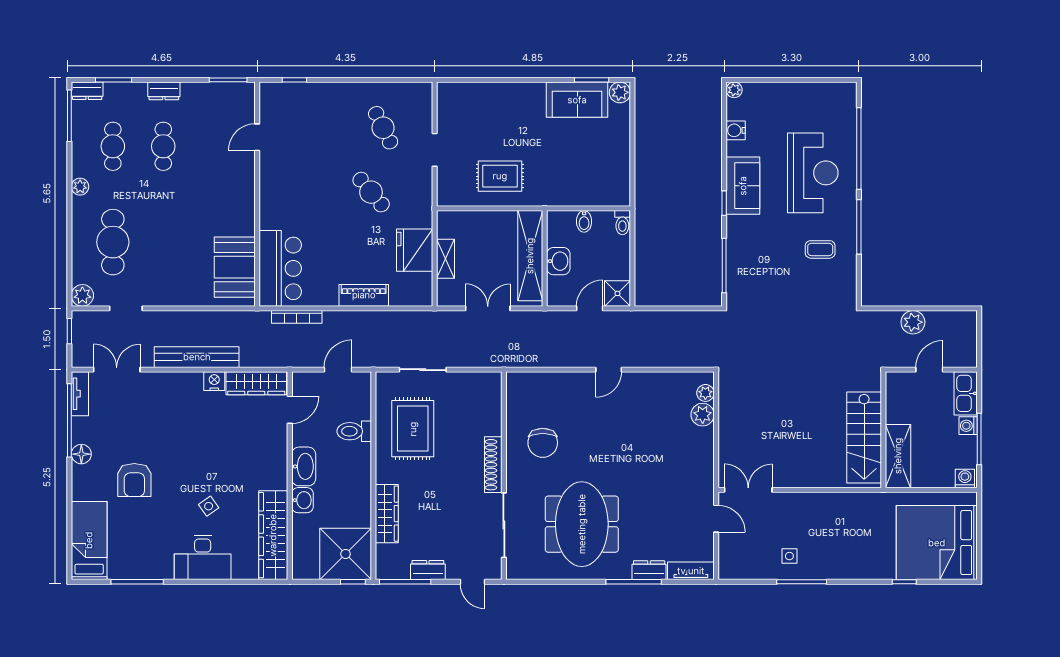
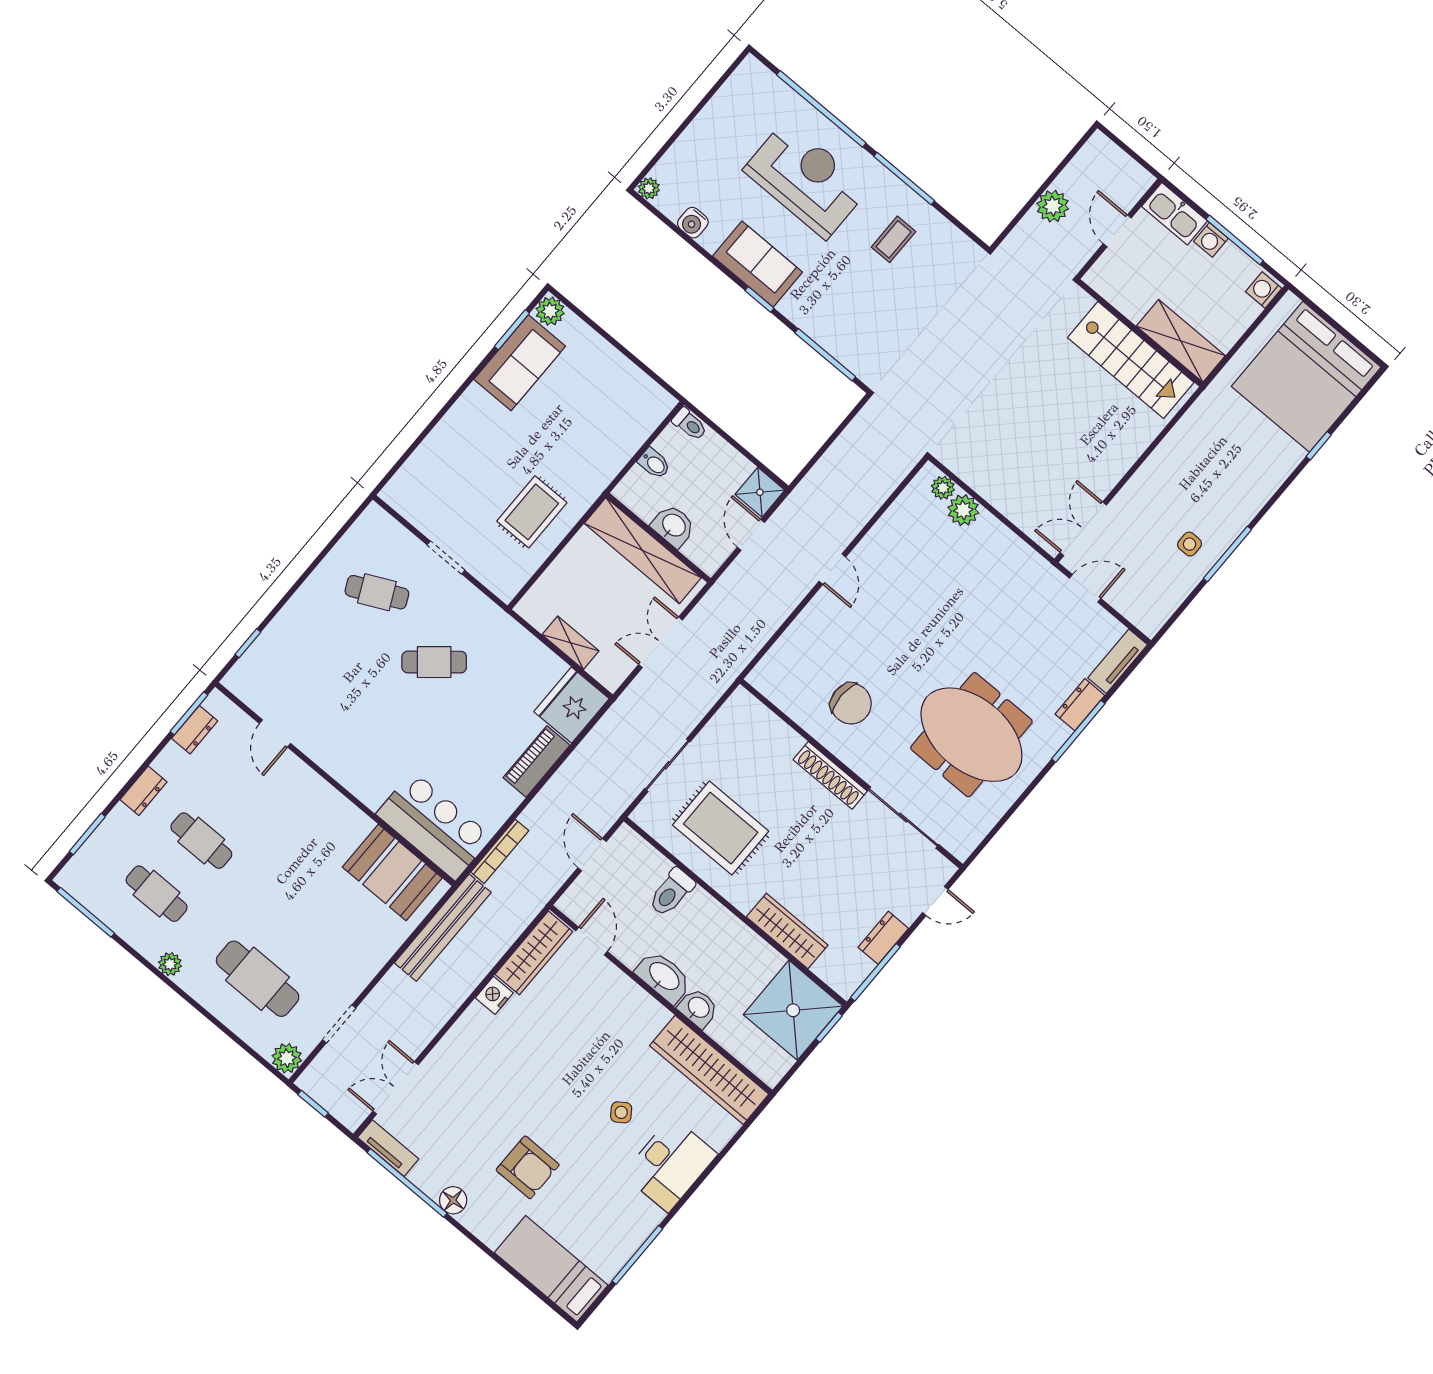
dresser: (87, 91) -> (195, 730), moved
fridge: (415, 250) -> (571, 705), moved, turned 90
bench: (197, 357) -> (443, 928), moved

